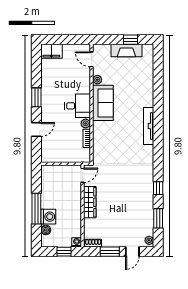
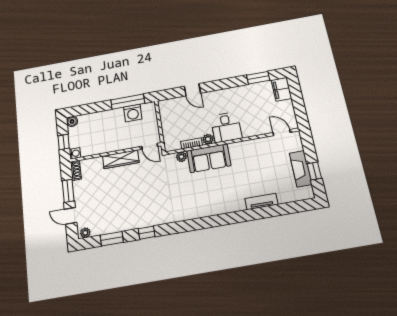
door: (92, 59) -> (282, 133), hinge flipped
plant: (97, 80) -> (181, 157), moved
window: (36, 97) -> (258, 78), moved
sofa: (103, 103) -> (209, 158), moved
tv unit: (149, 126) -> (261, 201), moved, width x0.71
window: (36, 209) -> (128, 102), moved
washing machine: (48, 217) -> (133, 113), moved
boiler: (46, 230) -> (72, 121), moved

